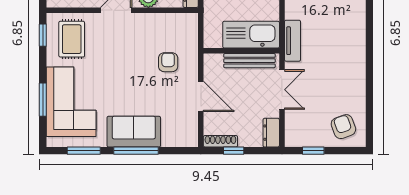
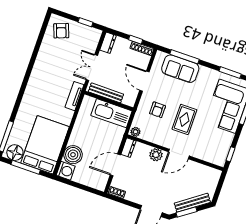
plant: (189, 20) -> (135, 132), added
kitchen sink: (251, 35) -> (111, 113), moved
rug: (72, 39) -> (184, 119), moved
sofa: (134, 132) -> (180, 69), moved
window: (136, 151) -> (185, 57), moved

